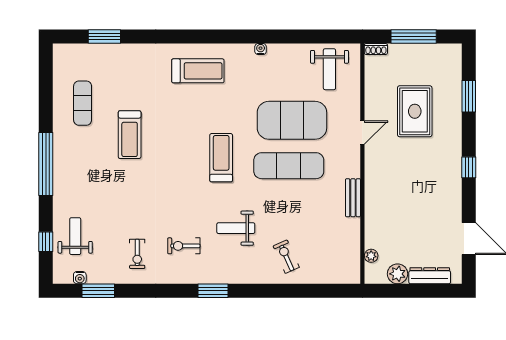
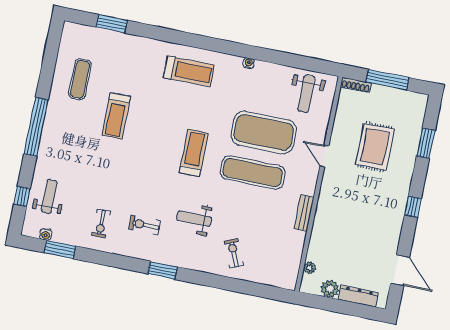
shoe rack: (376, 49) -> (356, 85), width x1.43
door: (362, 132) -> (324, 156), swing flipped

